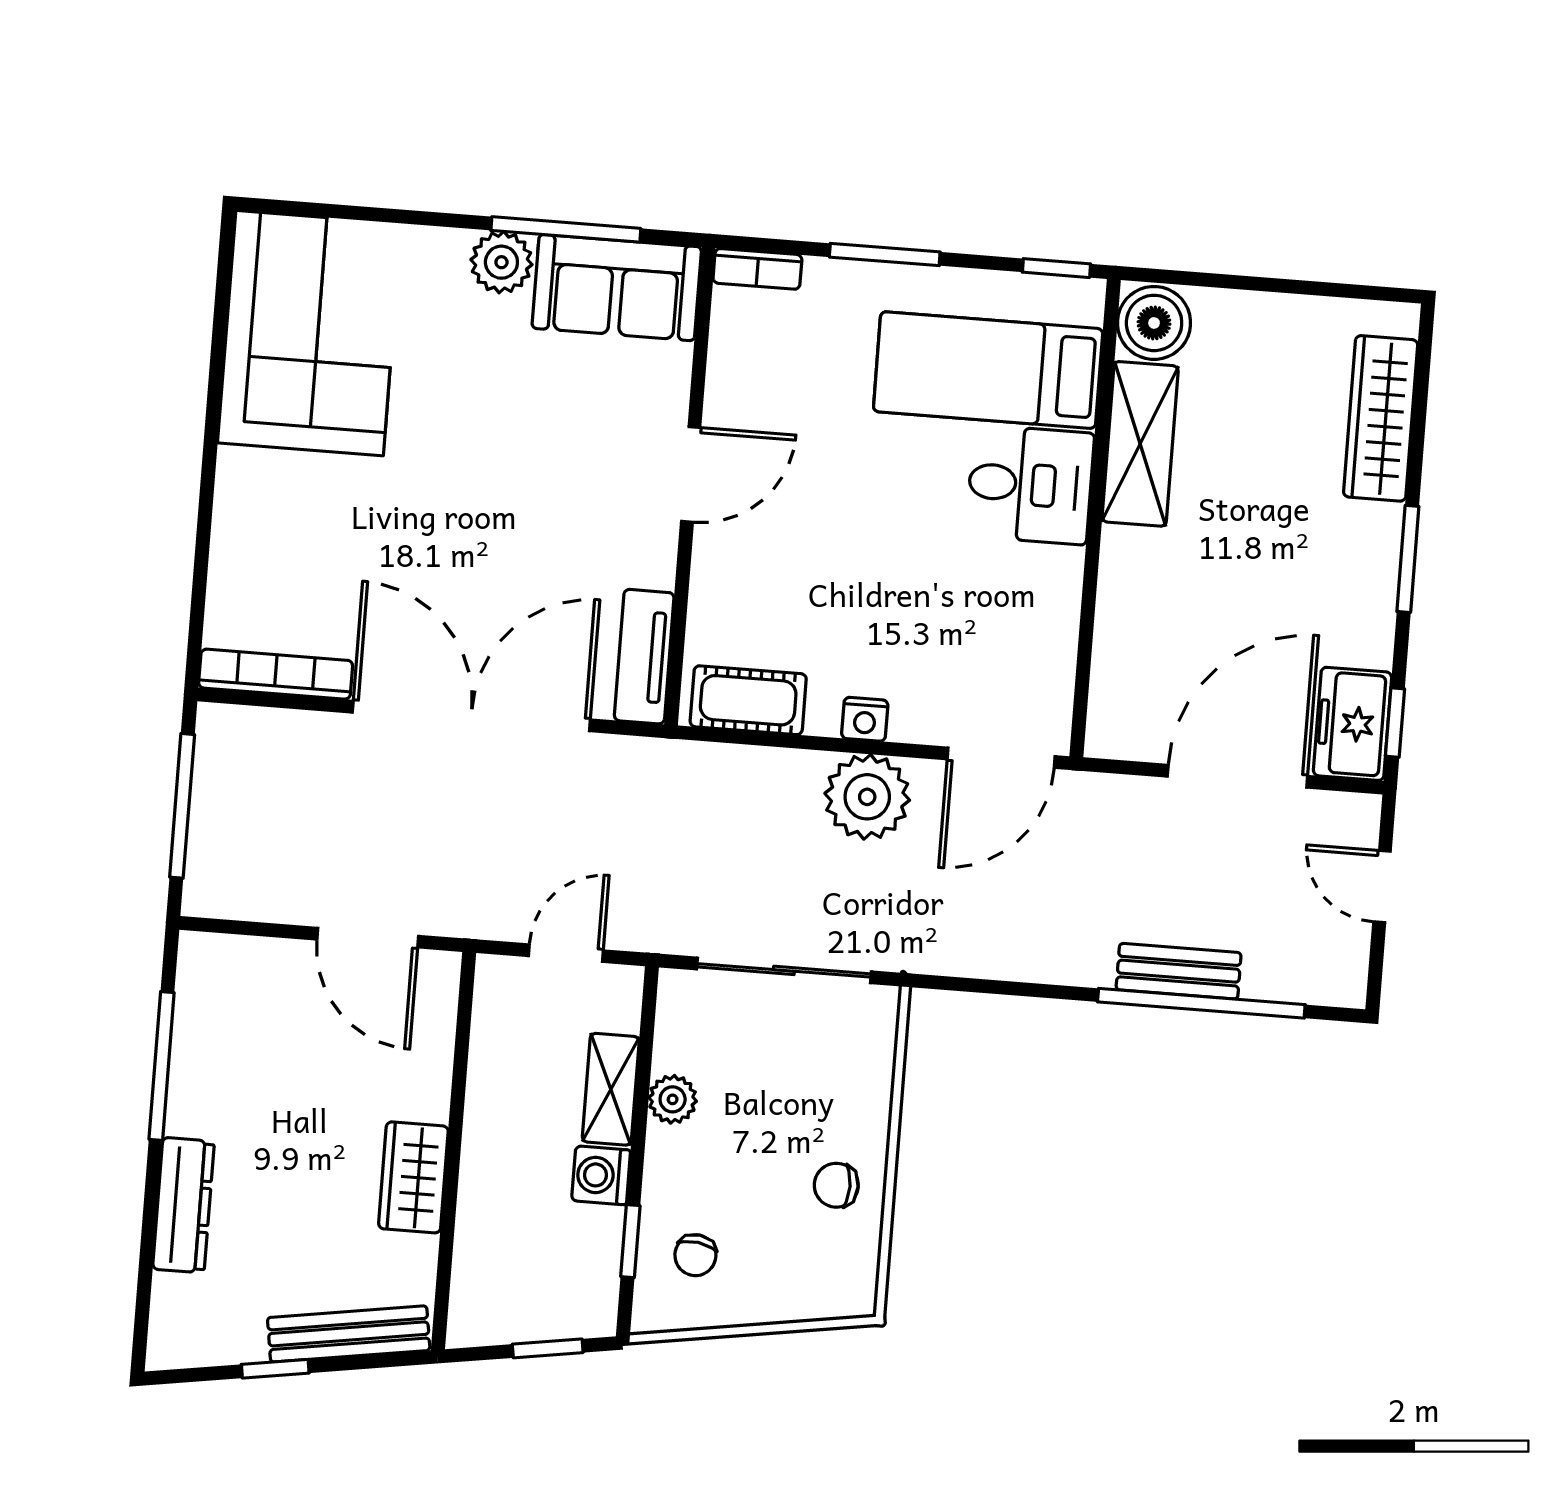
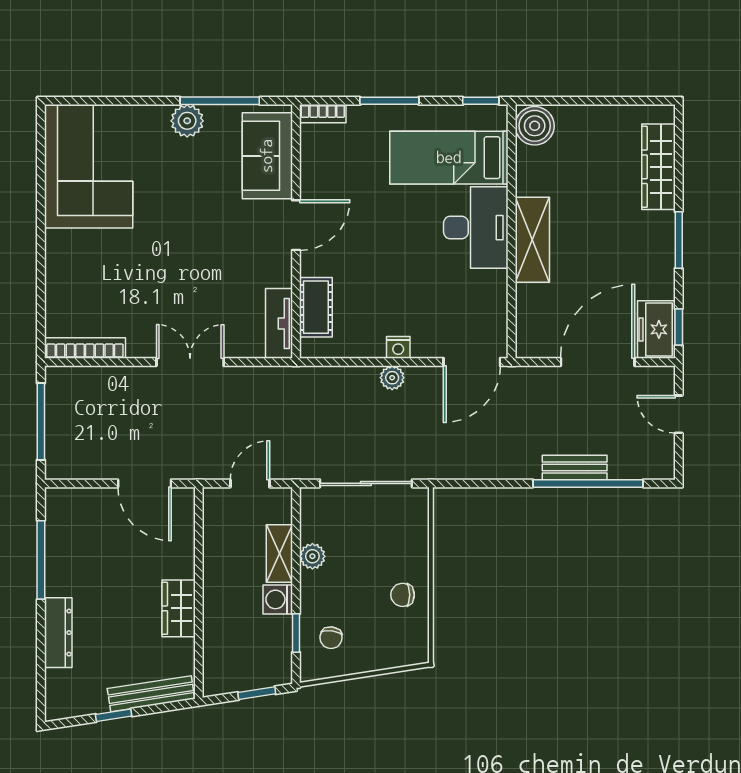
sofa: (617, 288) -> (267, 156), moved, turned 90
shelving: (1140, 444) -> (532, 240), moved
desk: (1030, 485) -> (476, 228), width x1.37
cot: (748, 700) -> (316, 307), moved, turned 90
double door: (471, 716) -> (190, 362), width x0.54
plant: (867, 797) -> (392, 378), width x0.53, depth x0.53

